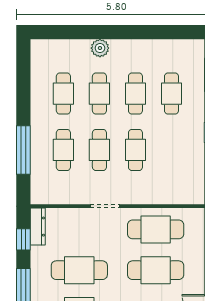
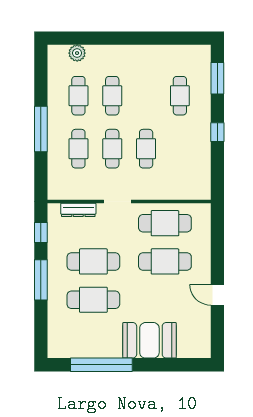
plant: (100, 48) -> (77, 53), moved
cafe table: (135, 94) -> (146, 96), removed
window: (23, 150) -> (41, 129), moved
dresser: (38, 227) -> (78, 210), moved, turned 90

